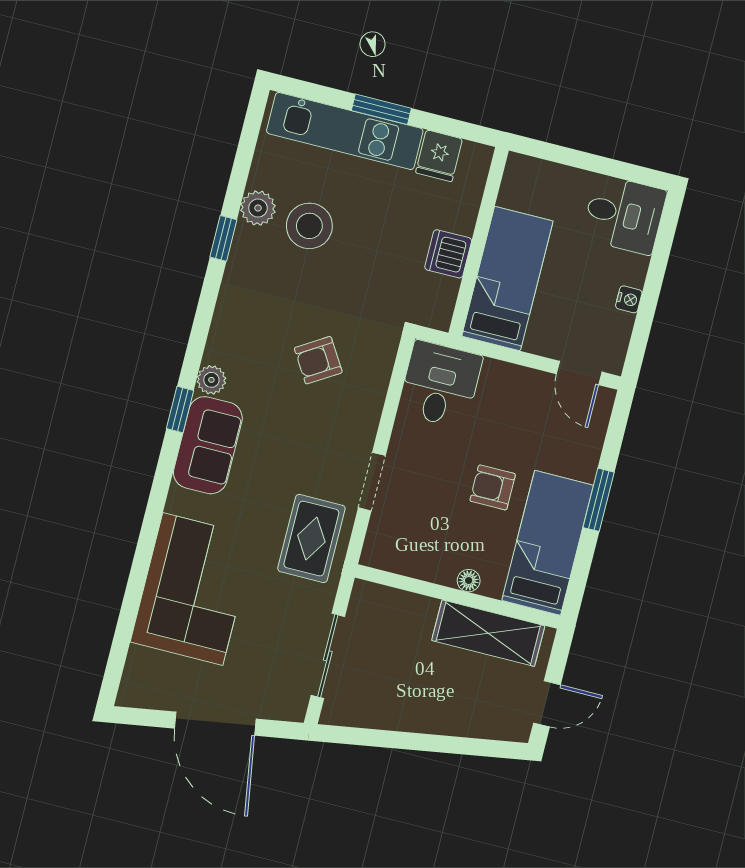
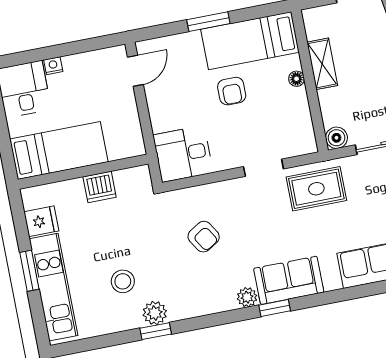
plant: (258, 208) -> (155, 313), moved
stool: (309, 226) -> (123, 281), width x0.73, depth x0.73
bed: (507, 279) -> (59, 150), moved, turned 180
nightstand: (629, 299) -> (53, 66), moved
boiler: (366, 597) -> (336, 138), added
shelving: (488, 633) -> (322, 64), width x0.67, depth x0.75

